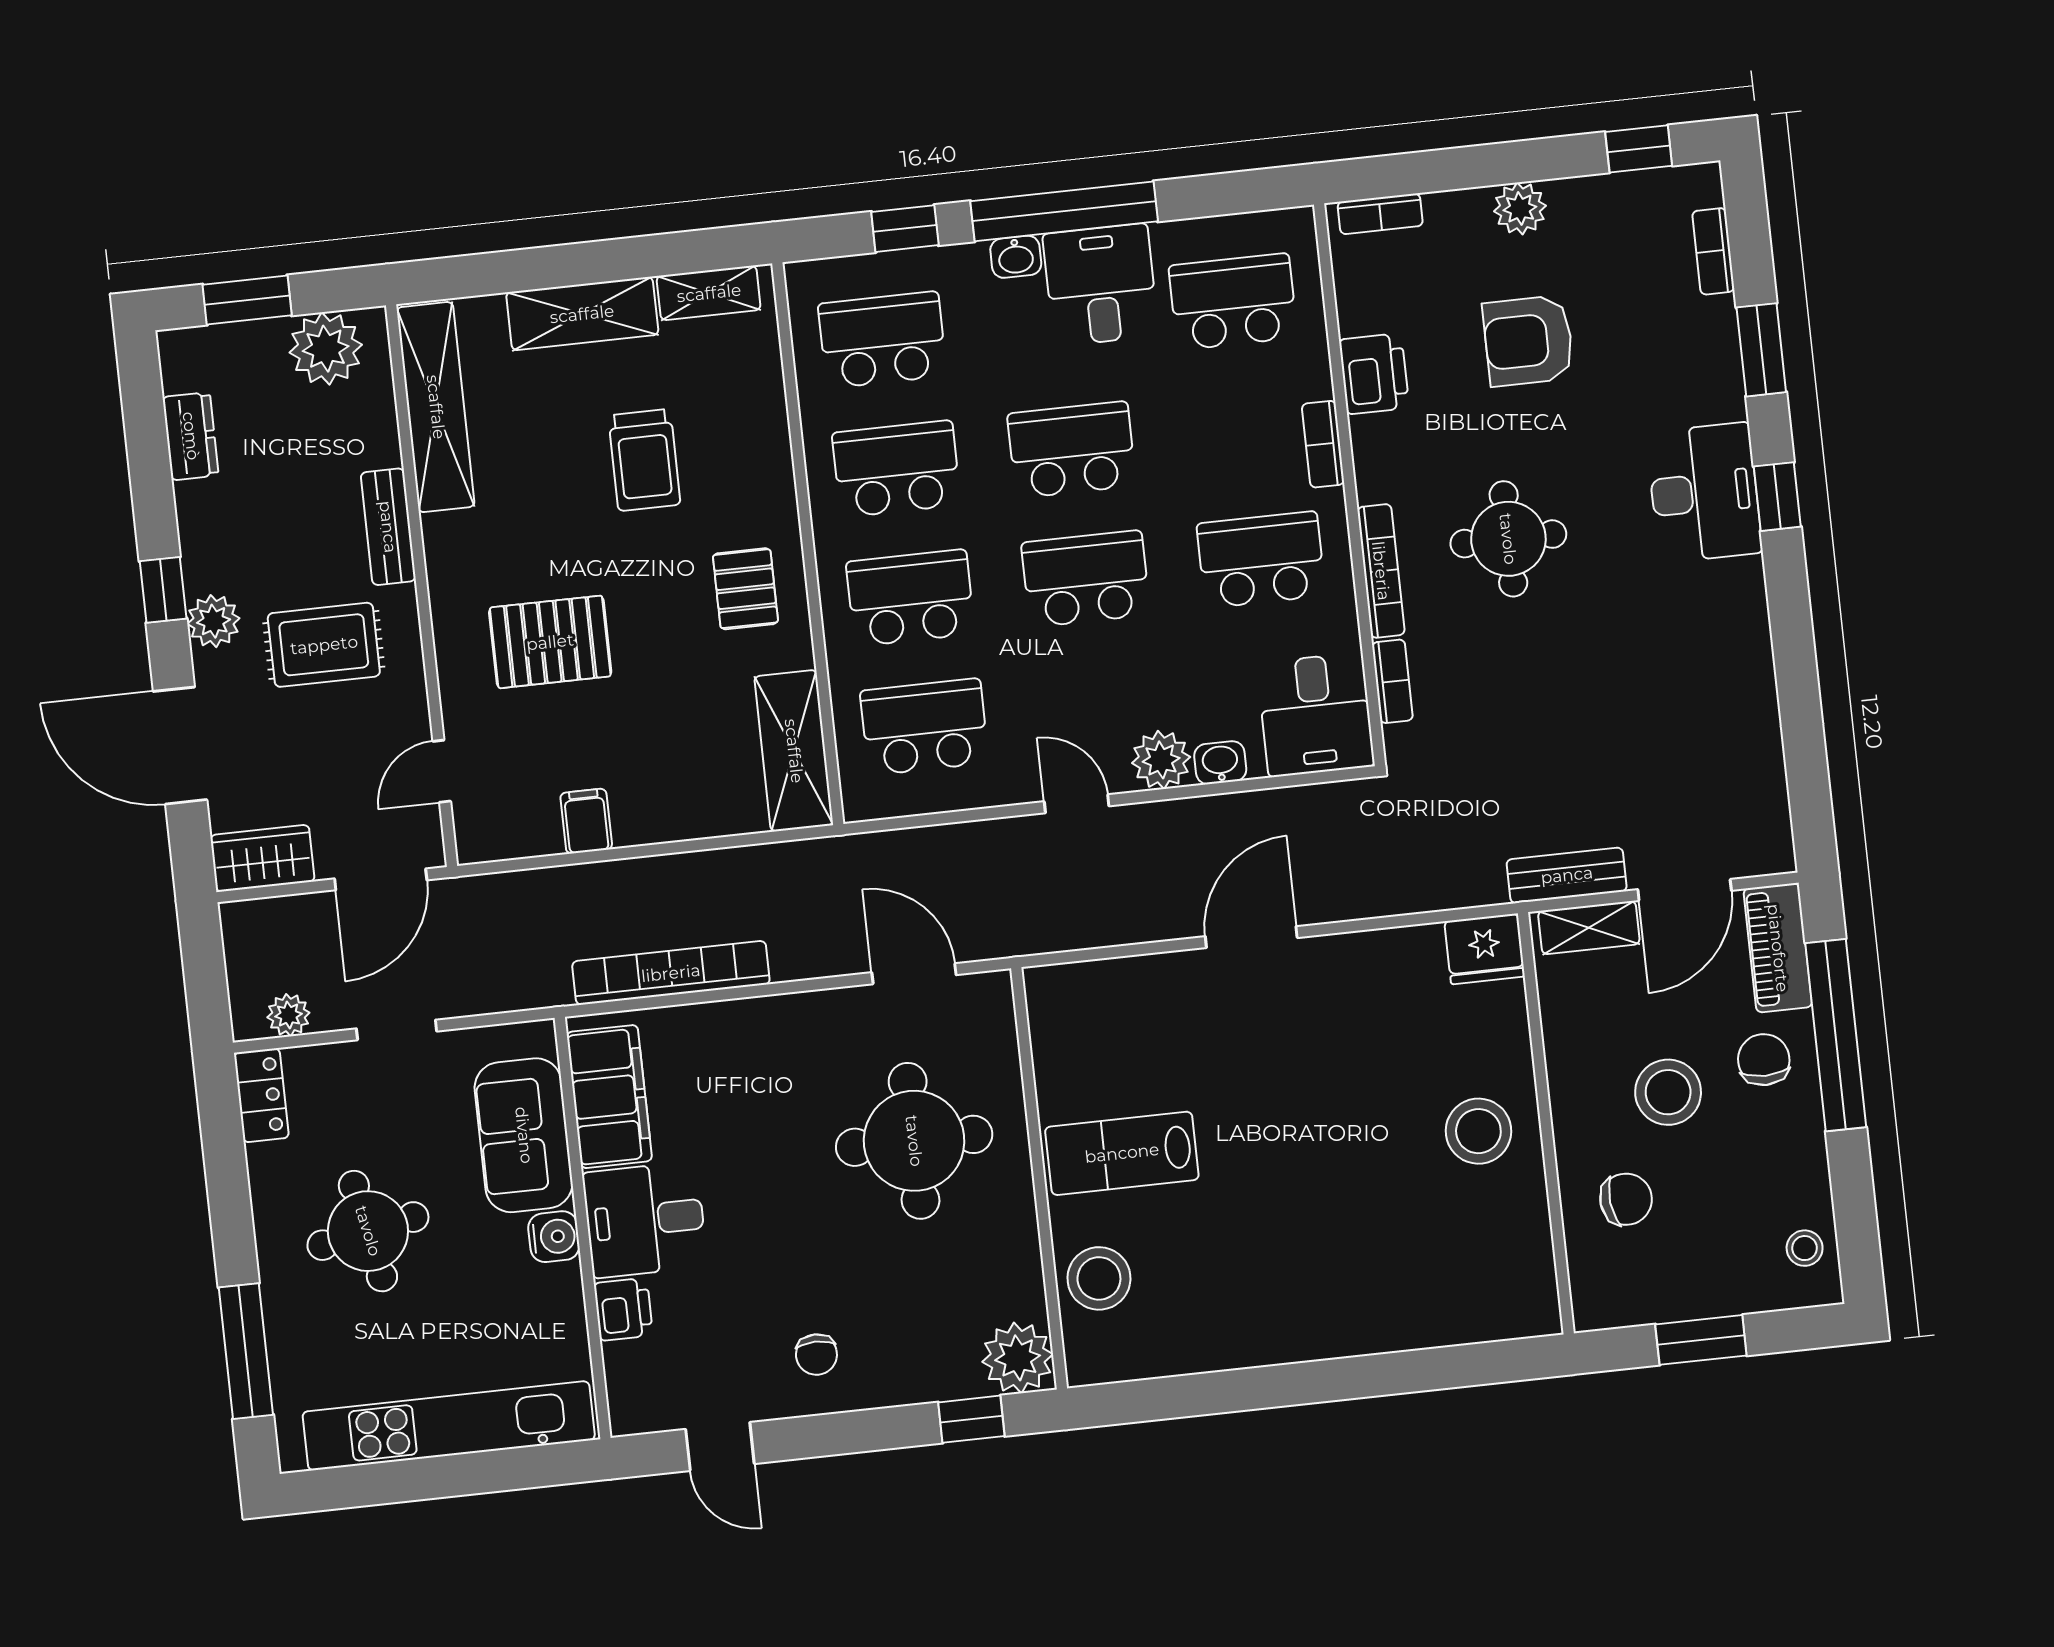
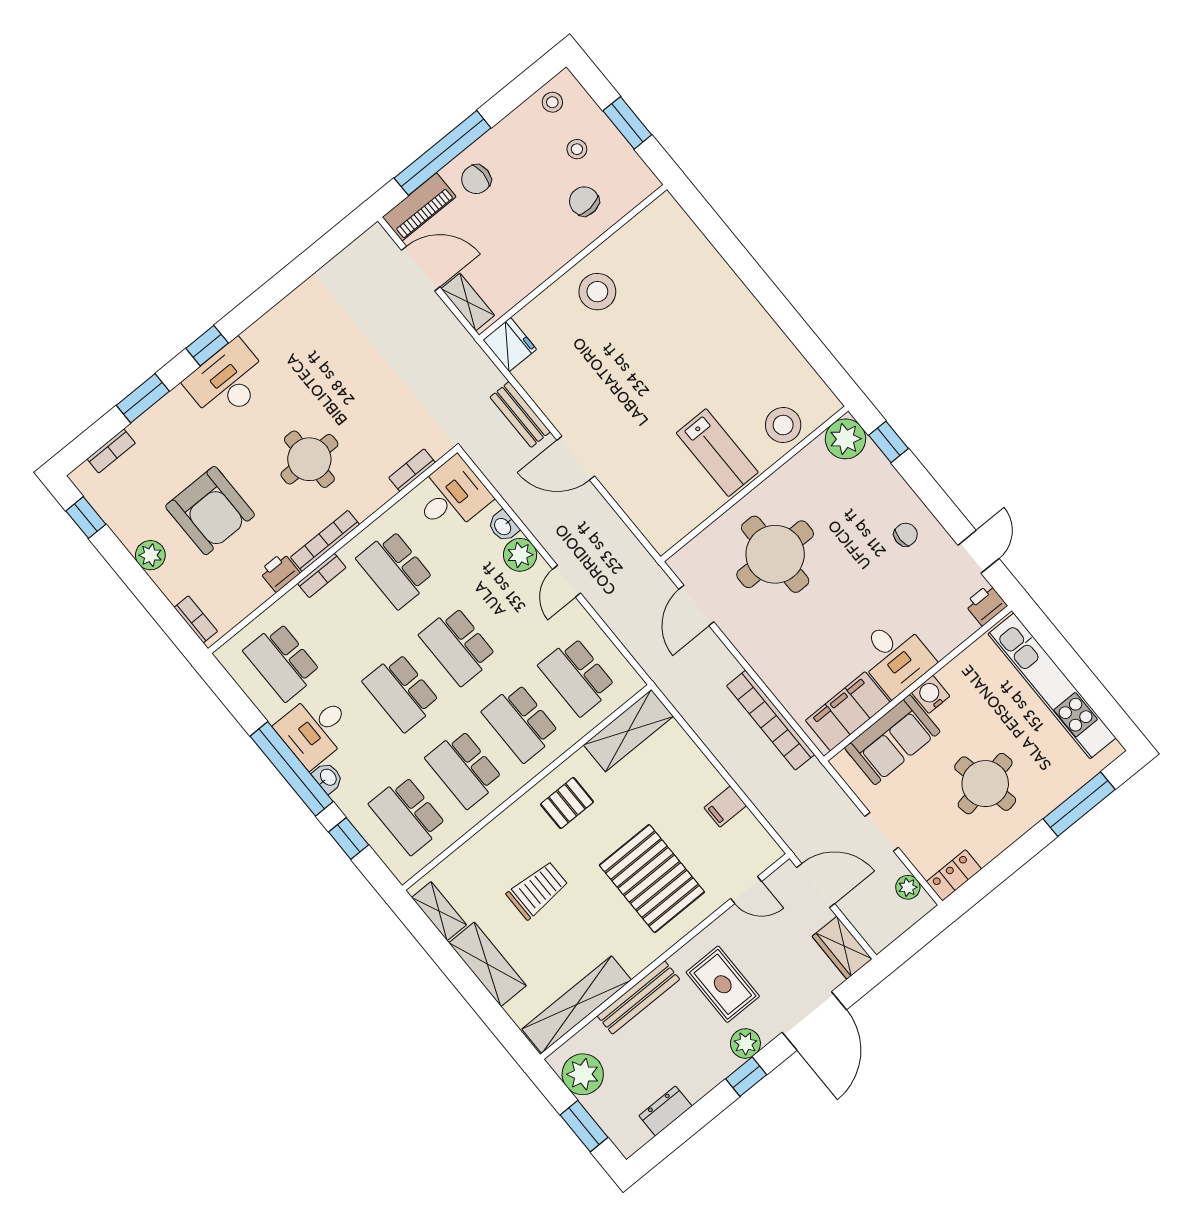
armchair: (1528, 341) -> (210, 511), width x1.36, depth x1.36
printer: (1374, 374) -> (279, 572), width x0.73, depth x0.81
bench: (388, 527) -> (638, 998), width x1.36
bookcase: (1381, 571) -> (325, 541), moved
pallet: (550, 642) -> (652, 879), width x1.37, depth x1.41
bench: (1567, 875) -> (520, 414), moved
stool: (1668, 1092) -> (577, 149), moved, width x0.53, depth x0.53
printer: (623, 1309) -> (986, 605), moved

